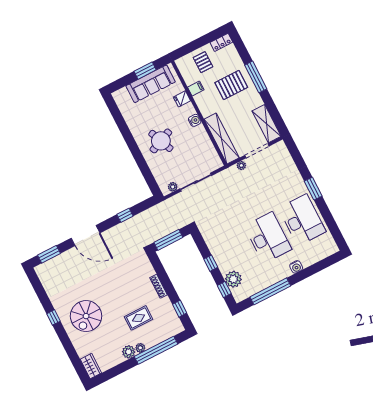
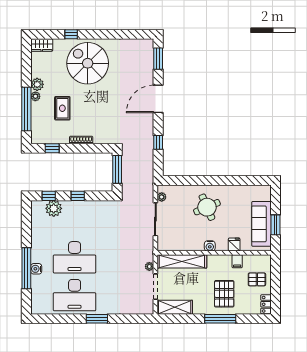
window: (270, 291) -> (26, 268), moved
spiral stairs: (86, 316) -> (88, 63), width x1.37, depth x1.37
window: (54, 317) -> (71, 34), moved

